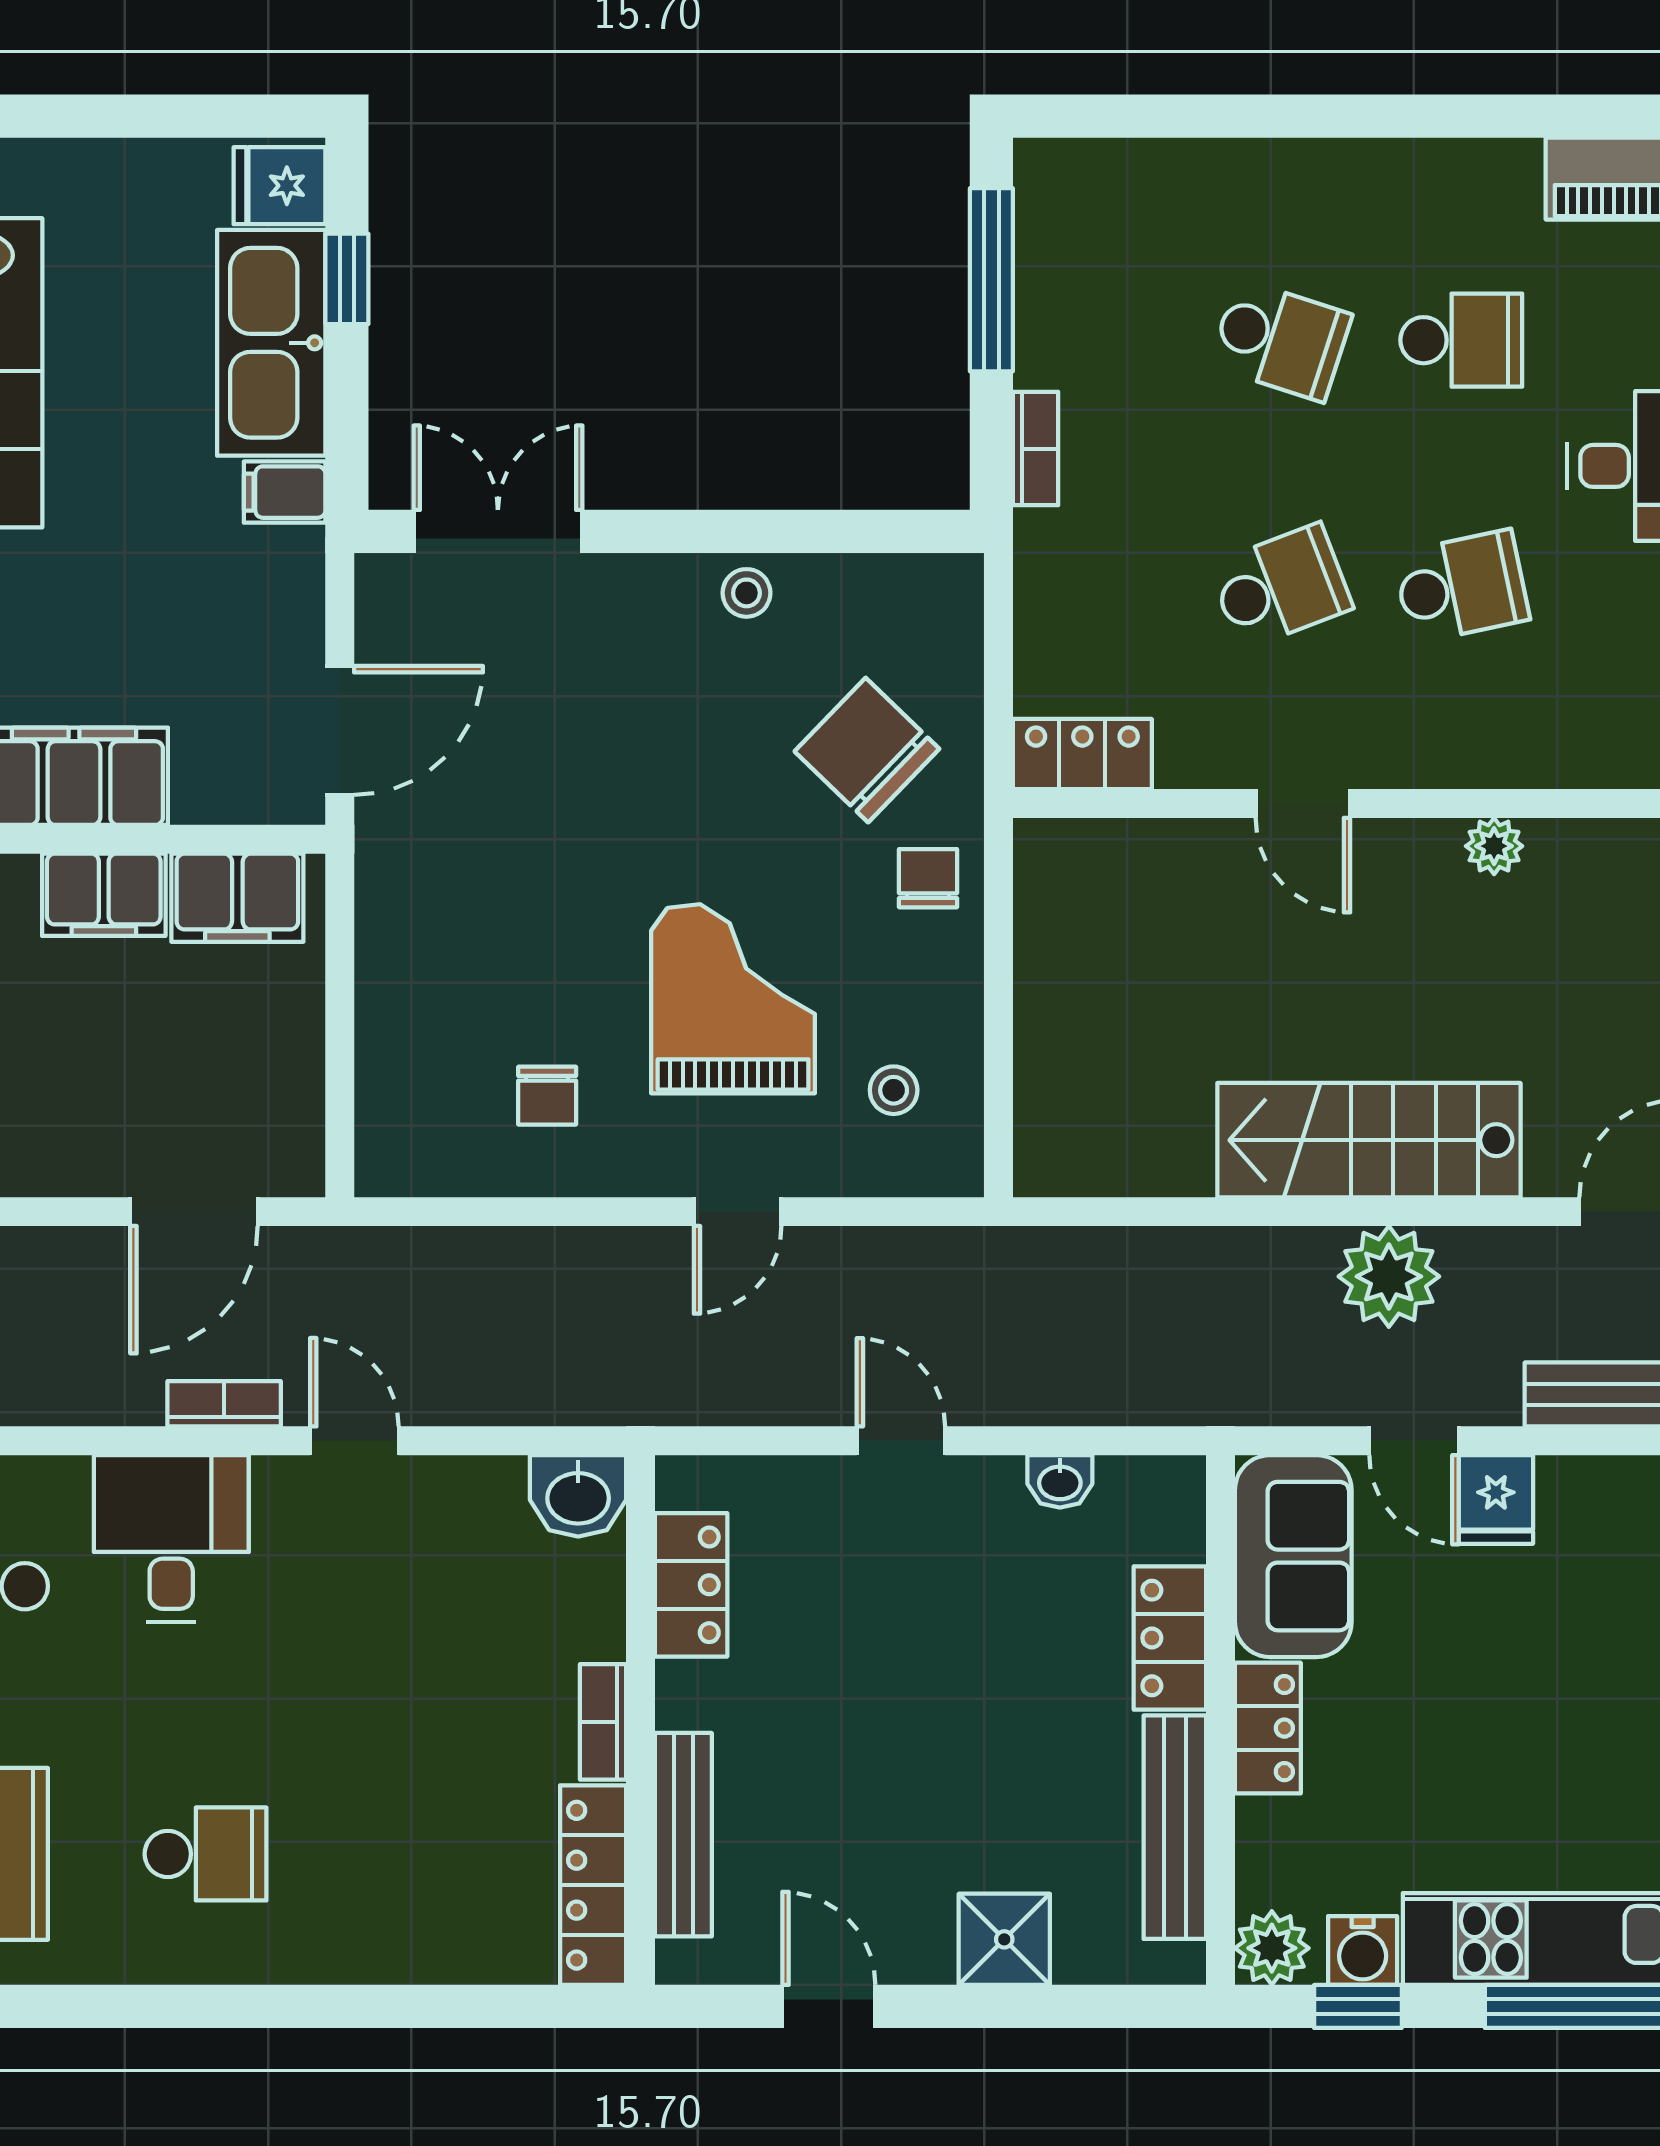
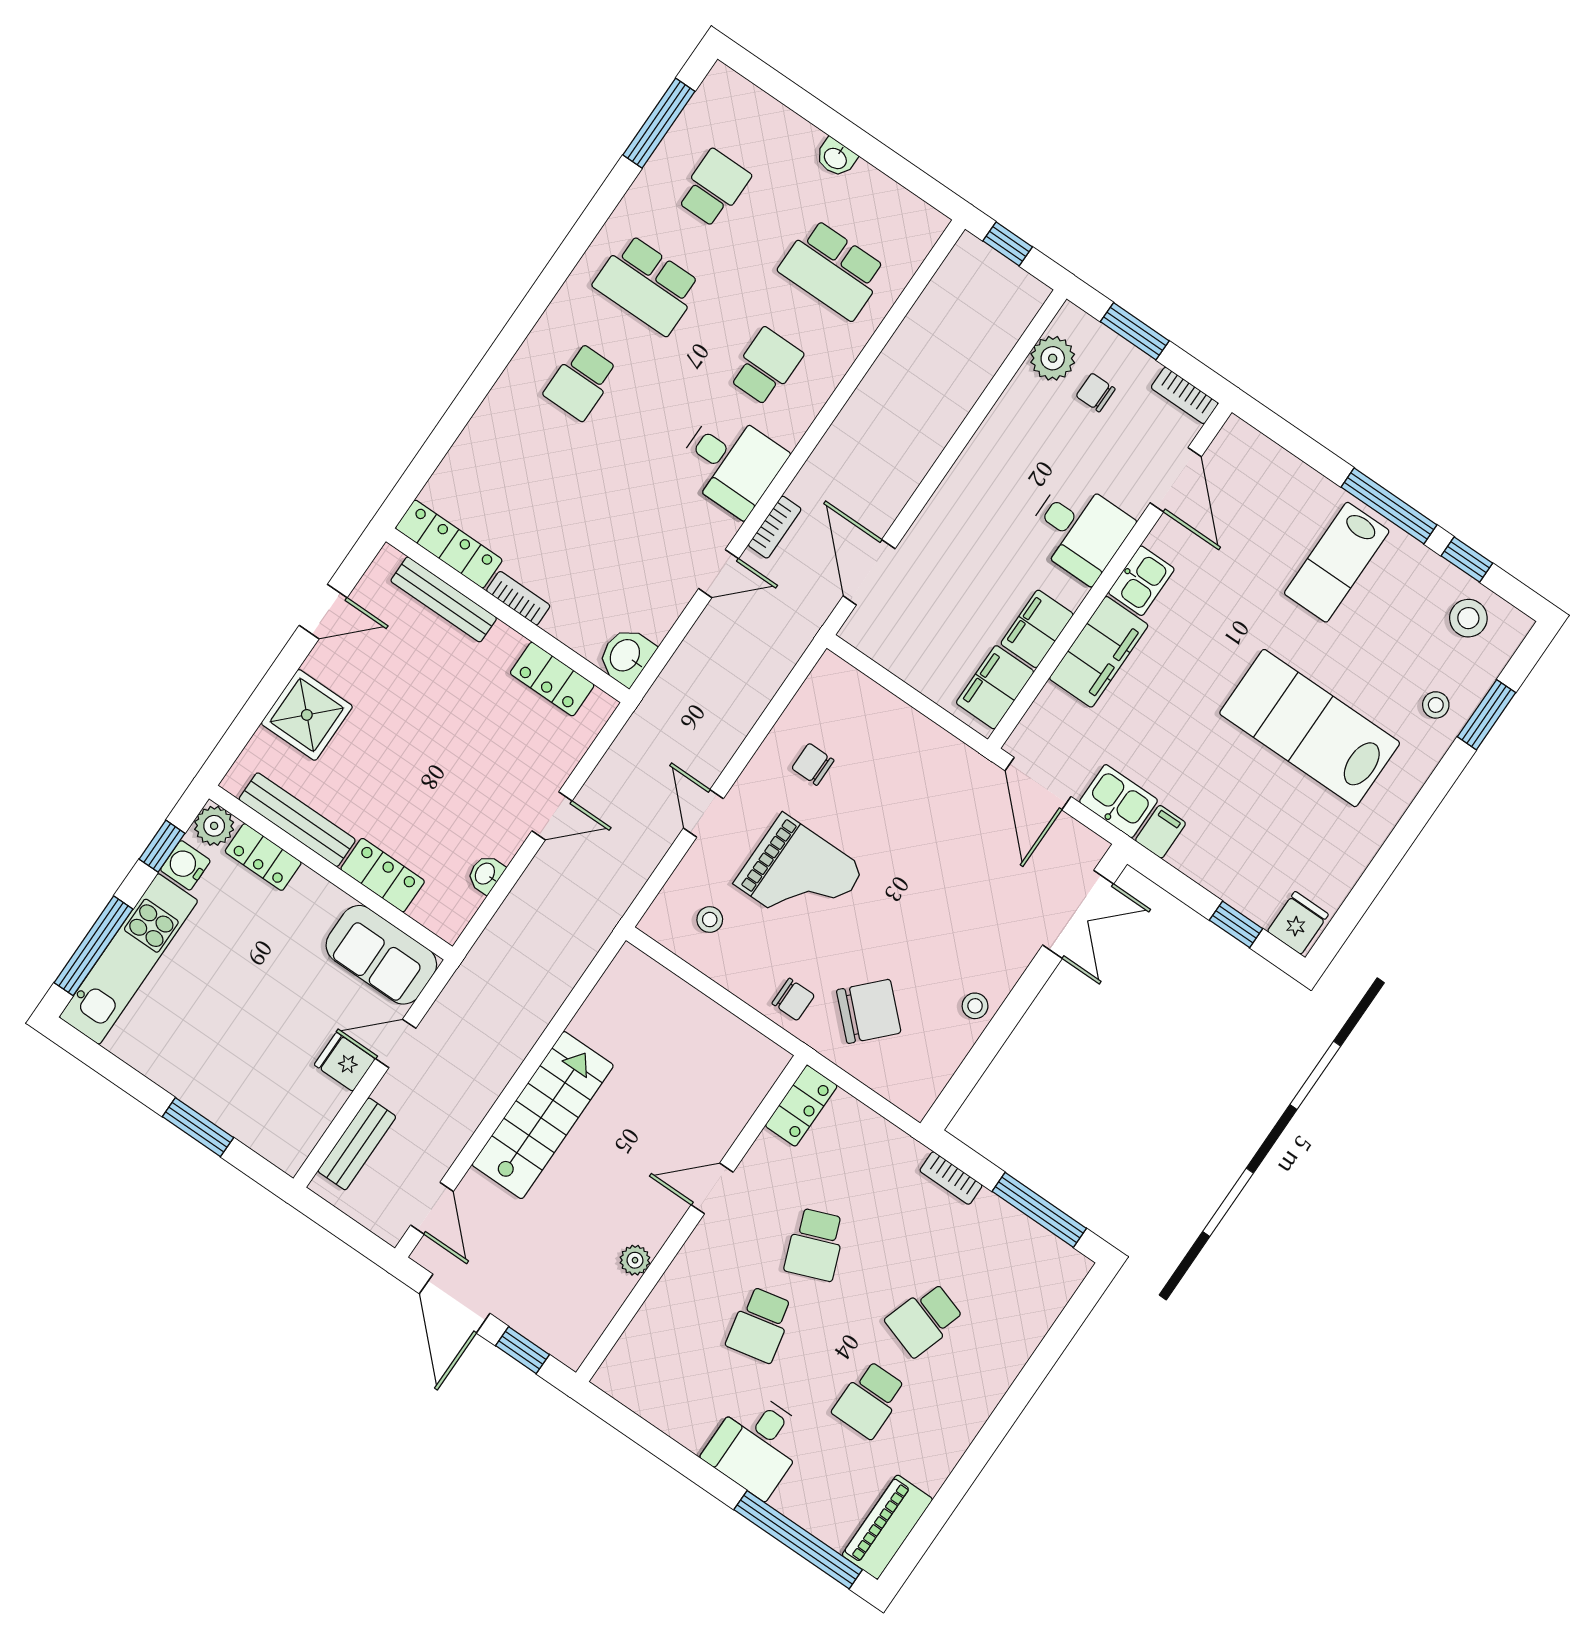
kitchen sink: (271, 343) -> (1119, 801), moved, width x0.53, depth x0.81
plant: (1389, 1276) -> (476, 1082), removed
locker: (1268, 1728) -> (263, 857), moved
shower: (1004, 1939) -> (307, 715), width x1.36, depth x1.36

